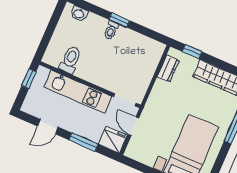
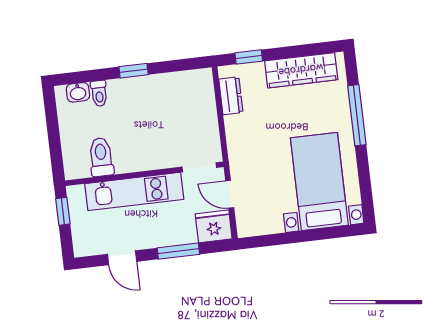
toilet: (111, 30) -> (99, 93), moved
door: (48, 127) -> (122, 258), hinge flipped

